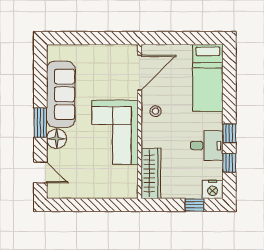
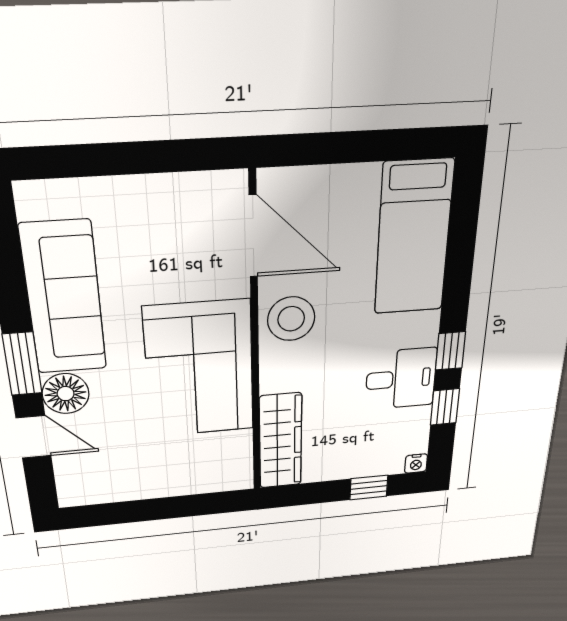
door: (140, 73) -> (253, 236), hinge flipped
stool: (156, 111) -> (291, 319), width x1.89, depth x1.89
door: (40, 172) -> (34, 437), moved
nightstand: (213, 189) -> (416, 464), width x0.53, depth x0.56

